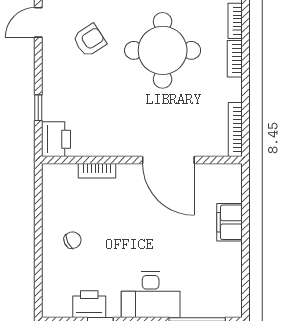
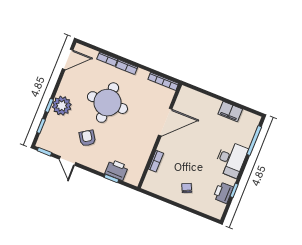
printer: (56, 139) -> (117, 170), moved
filing cabinet: (230, 222) -> (230, 112), moved

